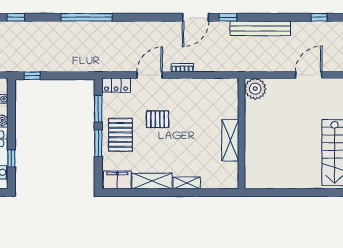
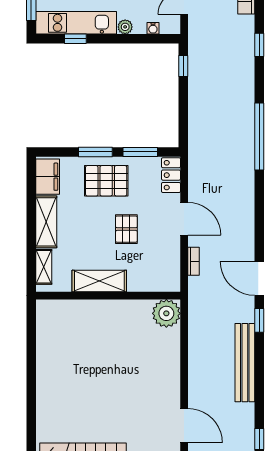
plant: (255, 89) -> (166, 313), moved
wall: (242, 133) -> (108, 296), moved
shelving: (230, 140) -> (99, 281), moved

